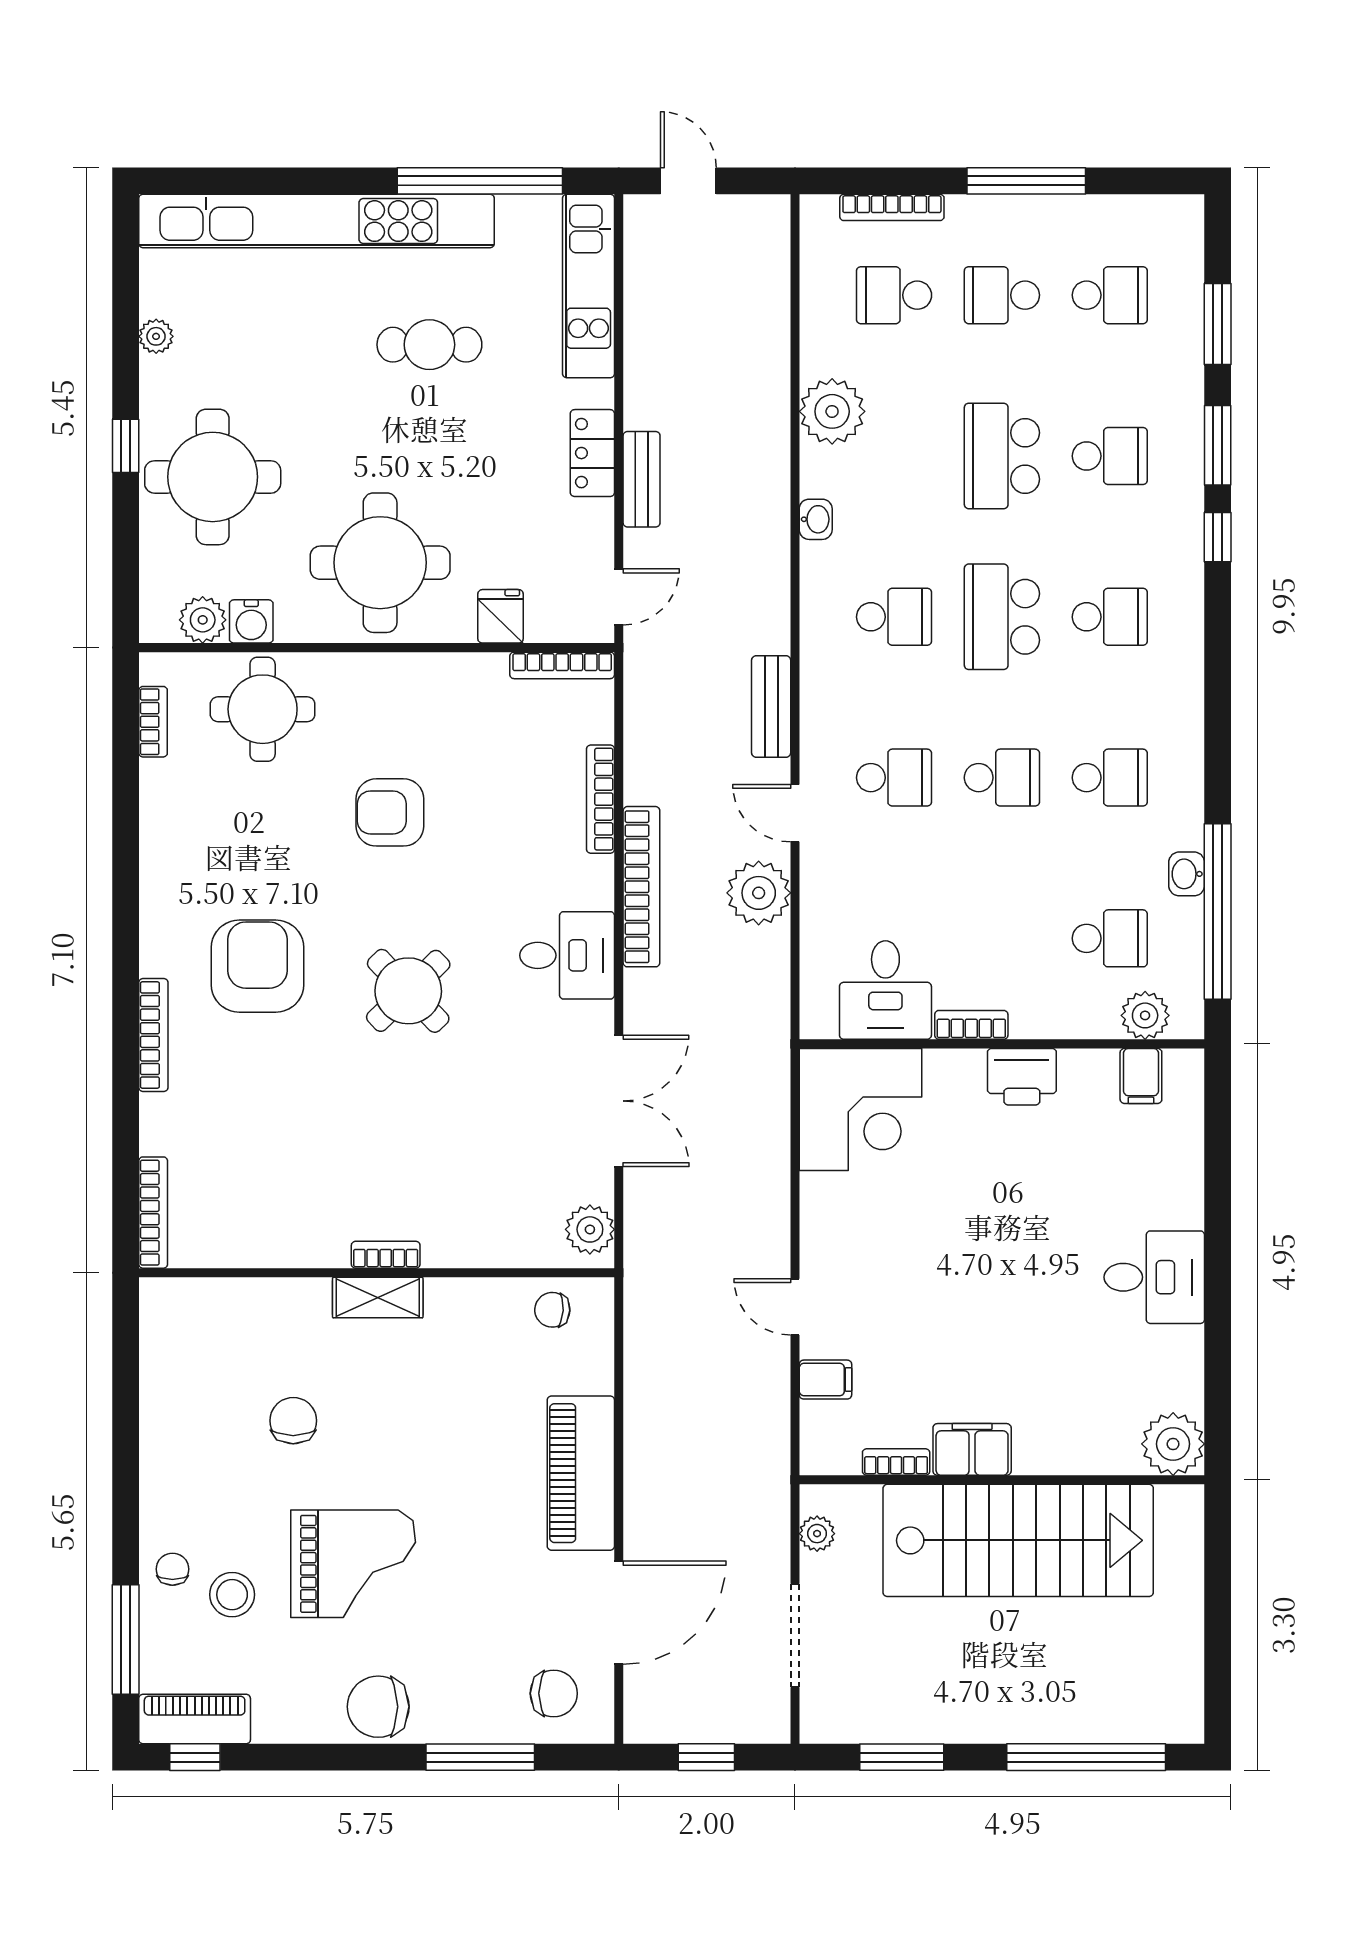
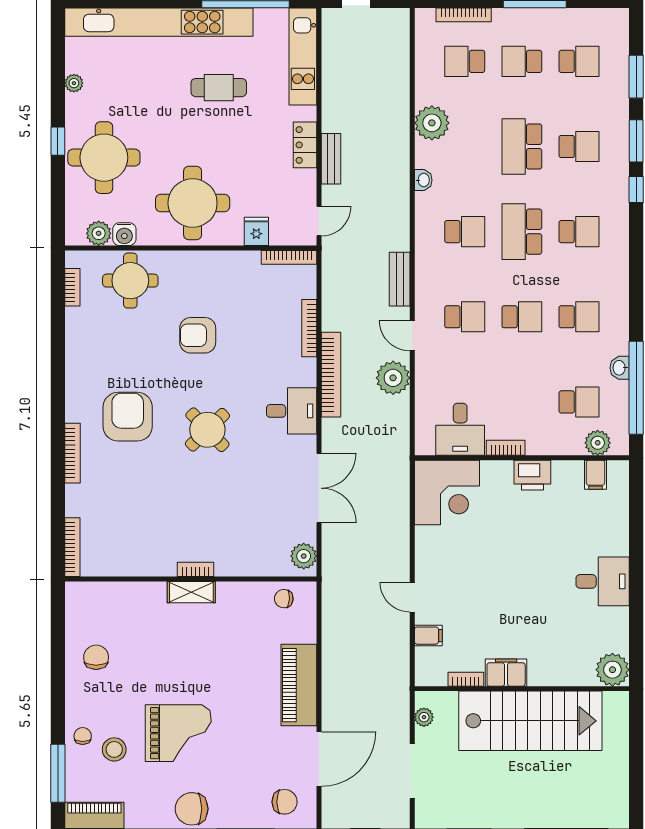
chair: (293, 1421) -> (96, 657), moved

